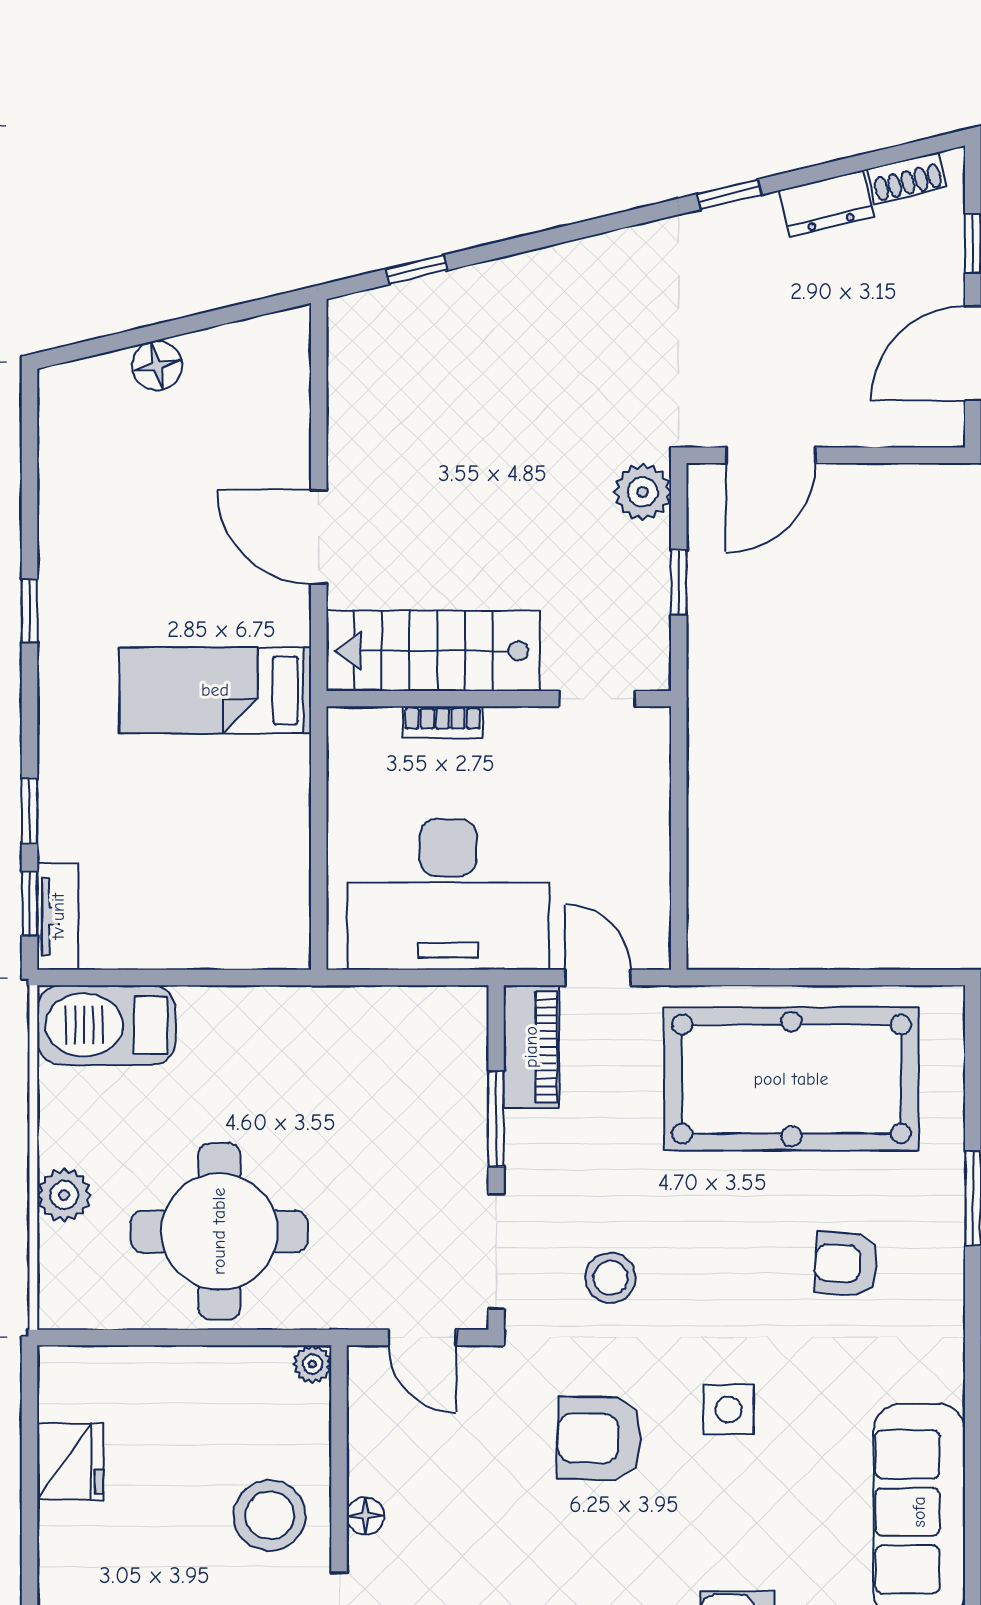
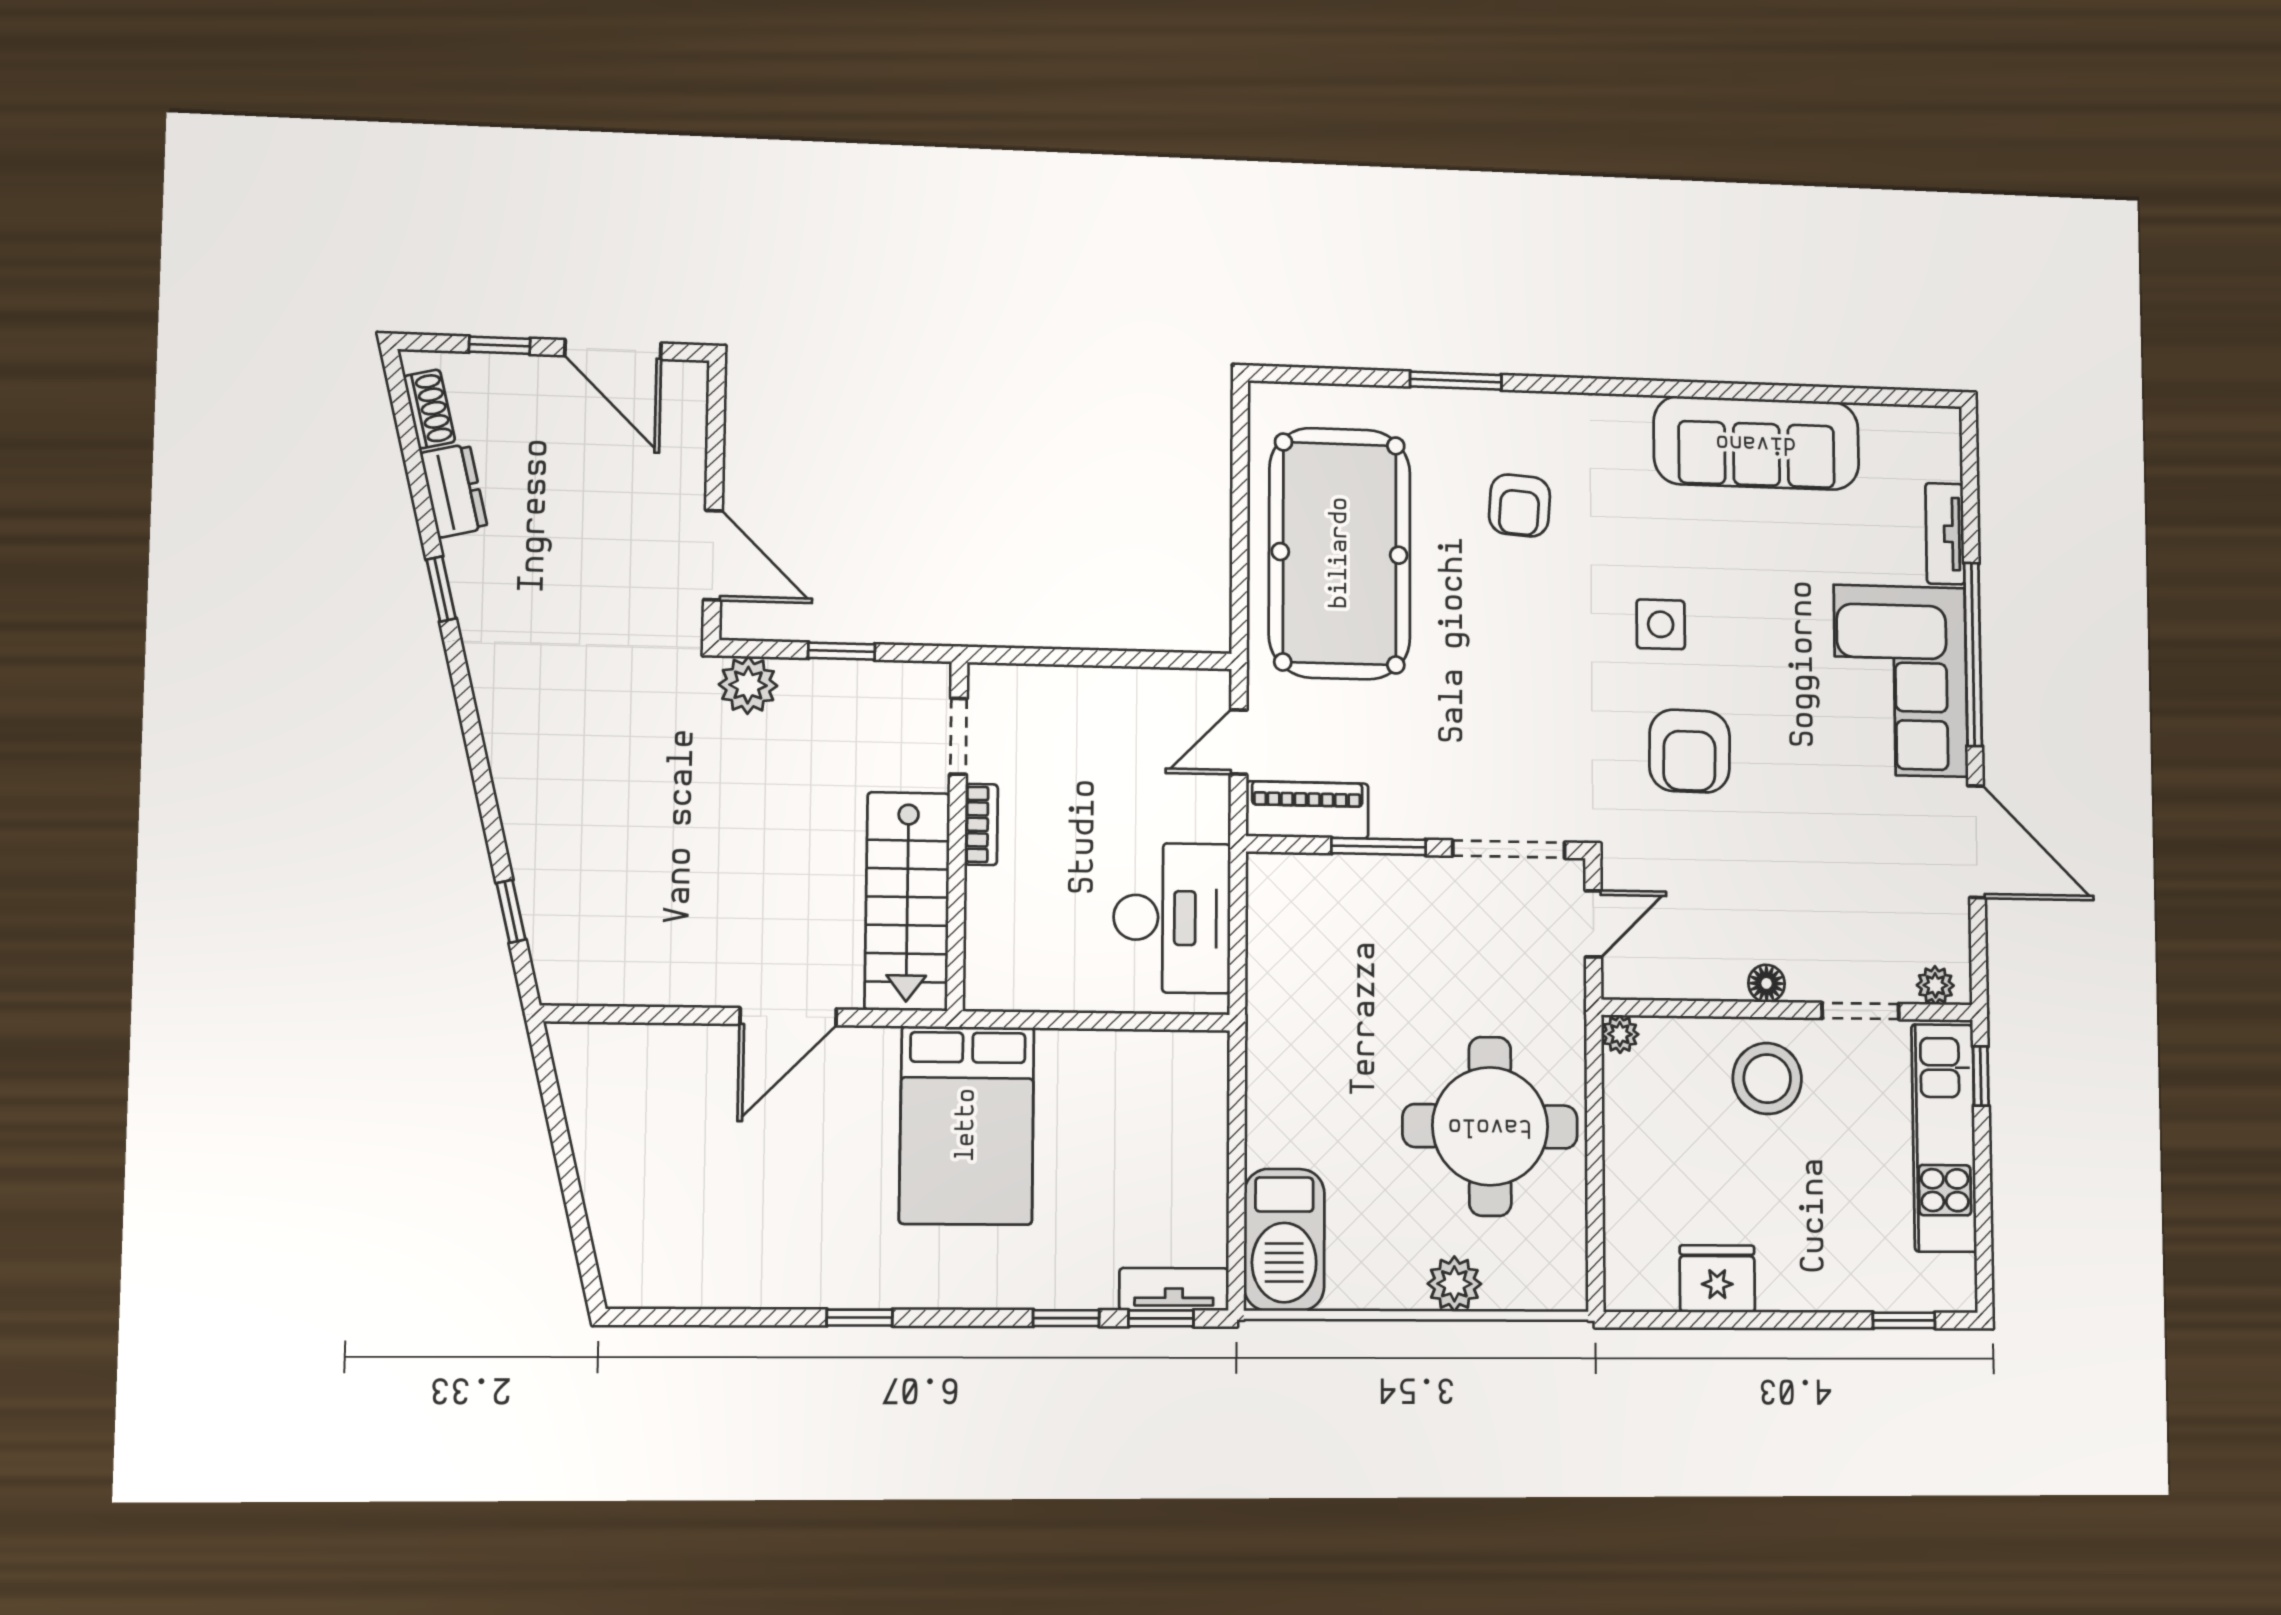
floor lamp: (157, 365) -> (605, 1183), removed
bed: (215, 690) -> (967, 1125), width x1.50
bookcase: (443, 722) -> (981, 824), moved
desk: (448, 894) -> (1172, 918), width x0.73, depth x0.77
stool: (611, 1278) -> (1534, 737), removed

